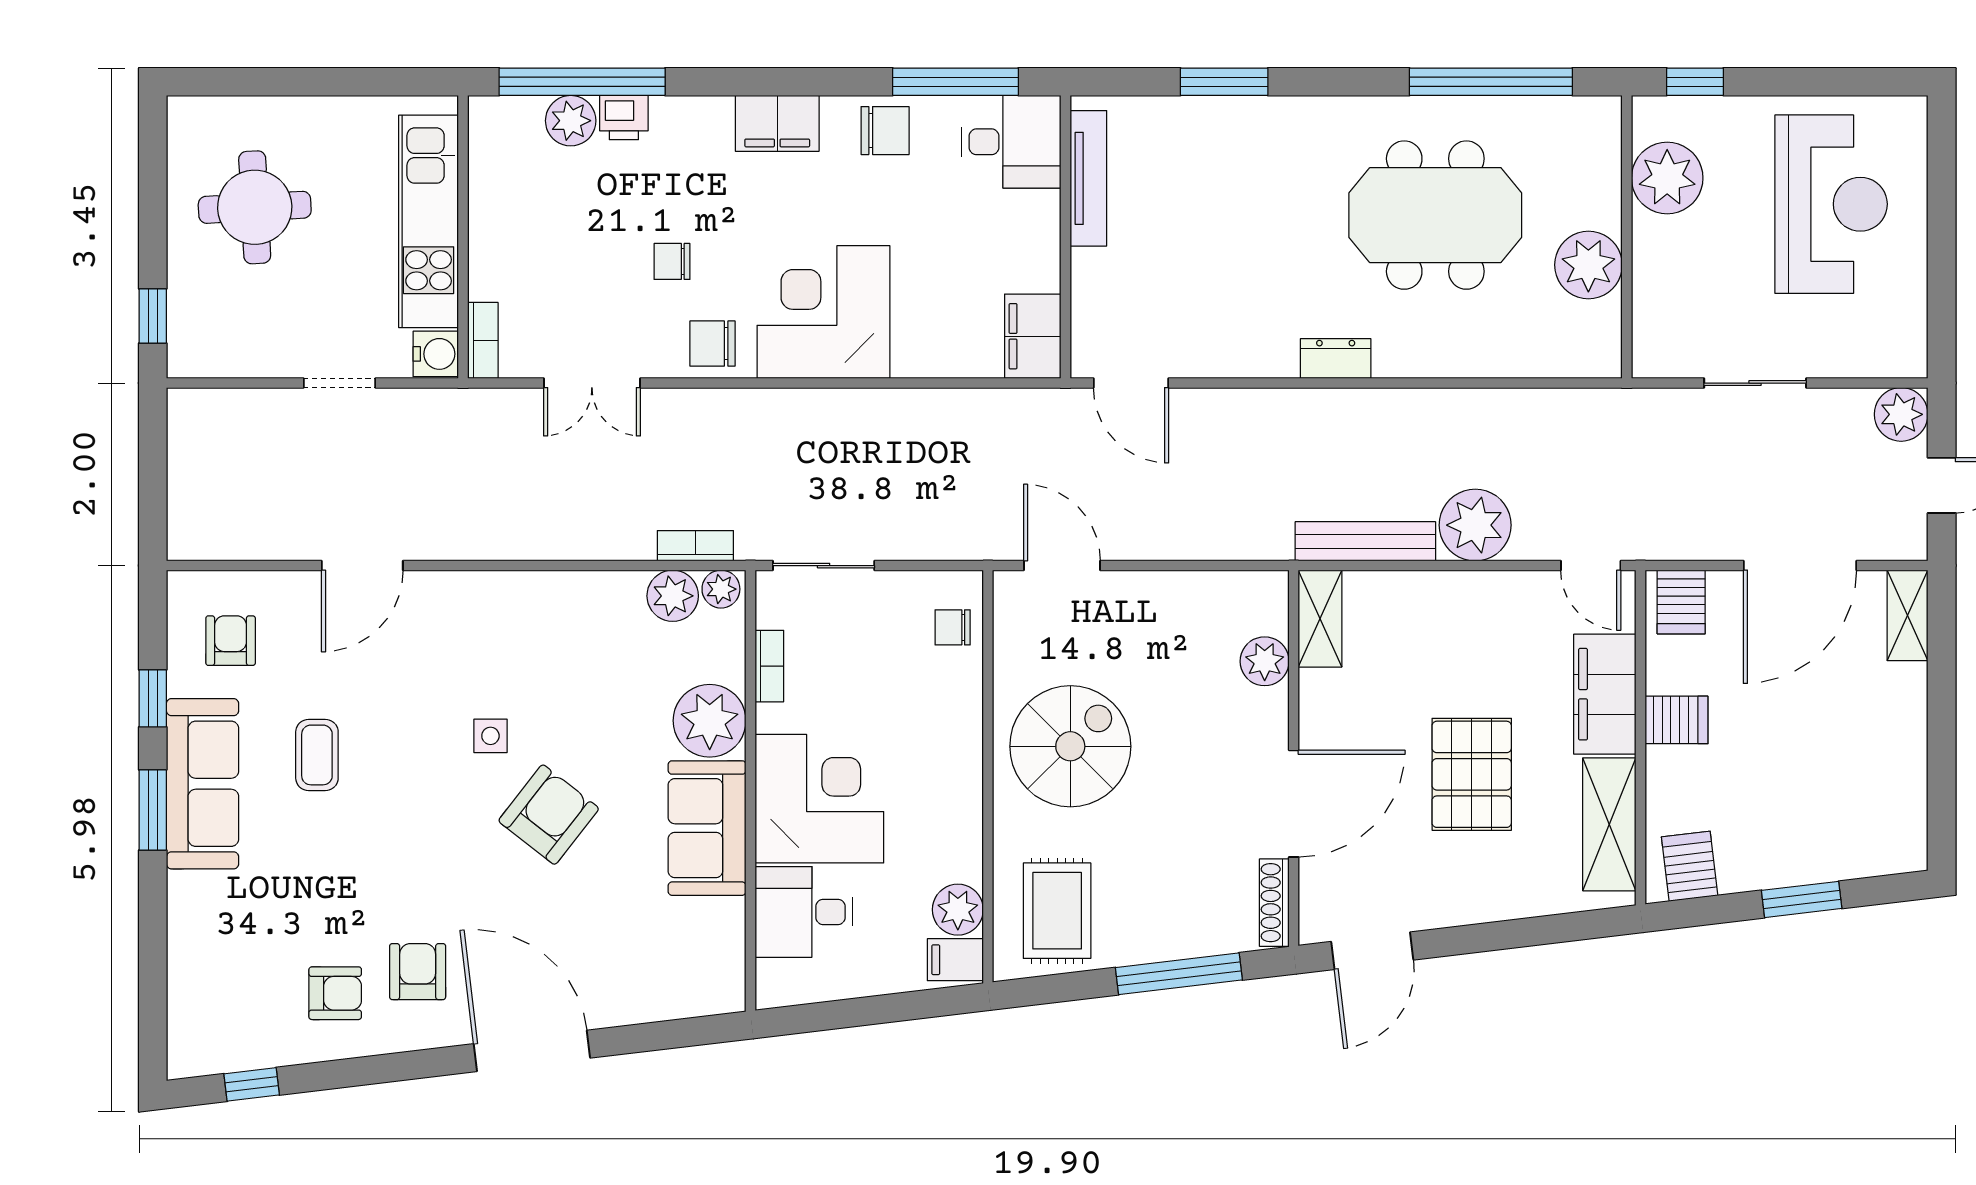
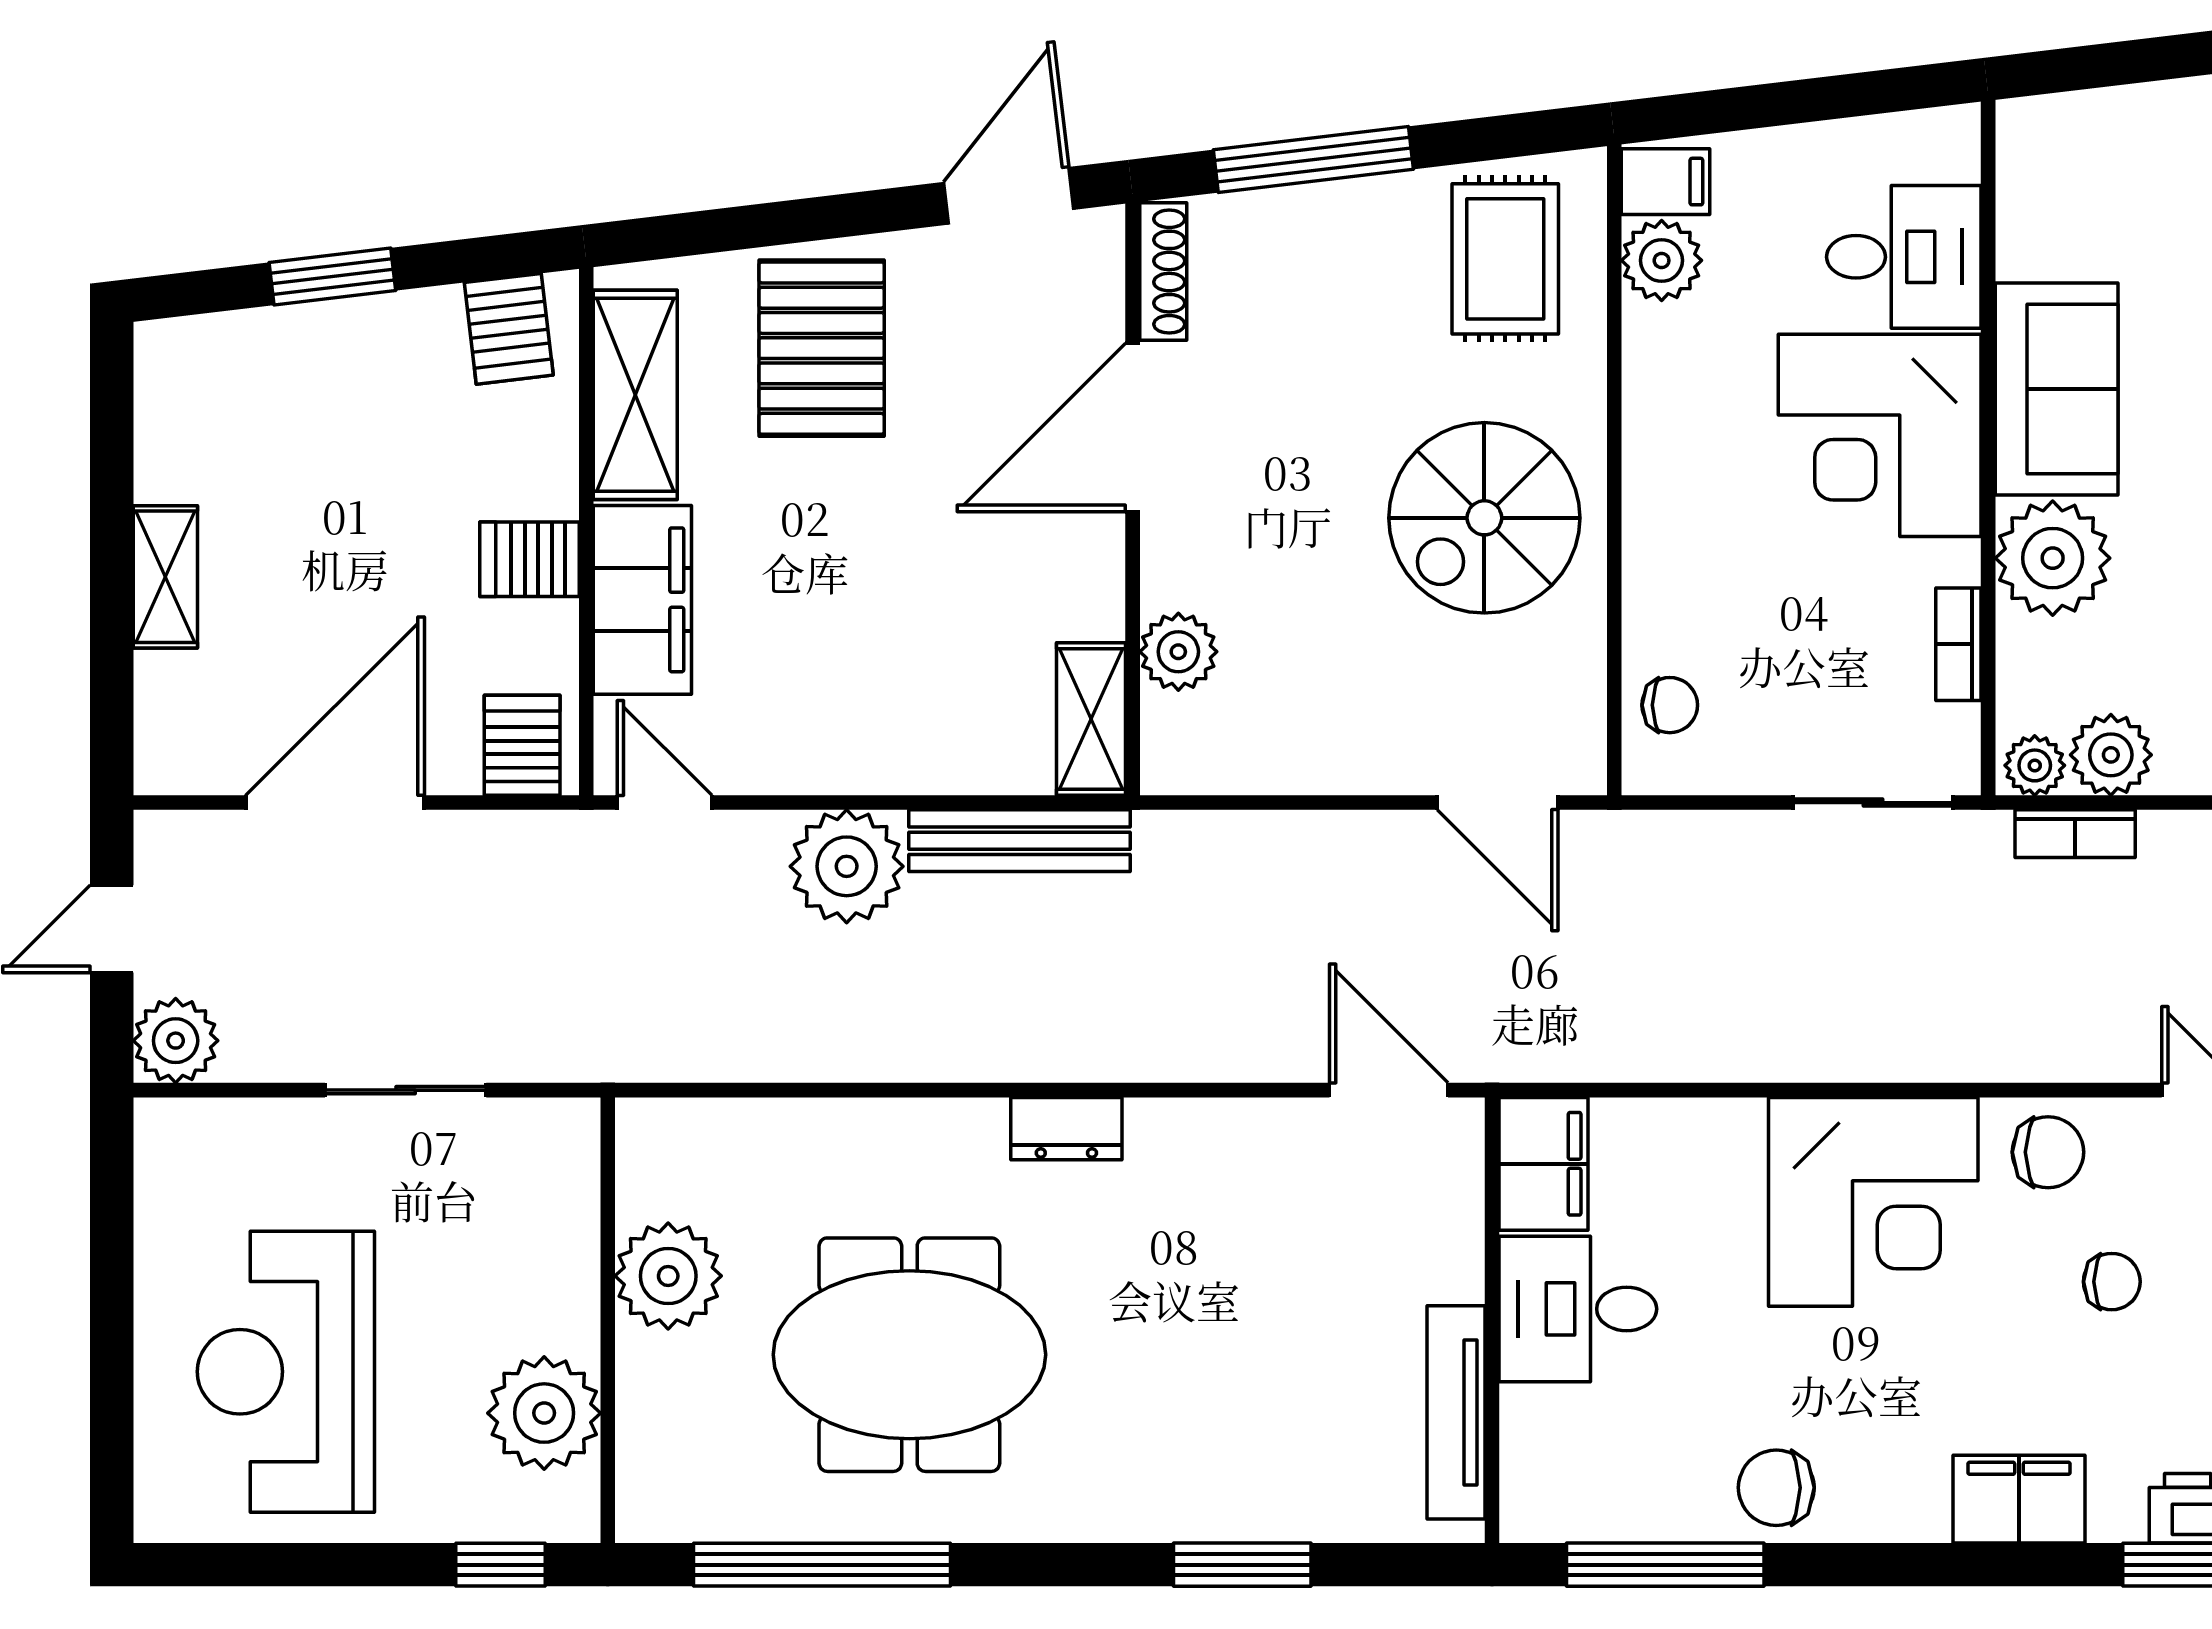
filing cabinet: (777, 123) -> (2019, 1499), moved
desk: (1011, 142) -> (1578, 1309), moved
shelving: (1908, 615) -> (165, 577), moved
pallet: (1472, 774) -> (822, 348), moved

